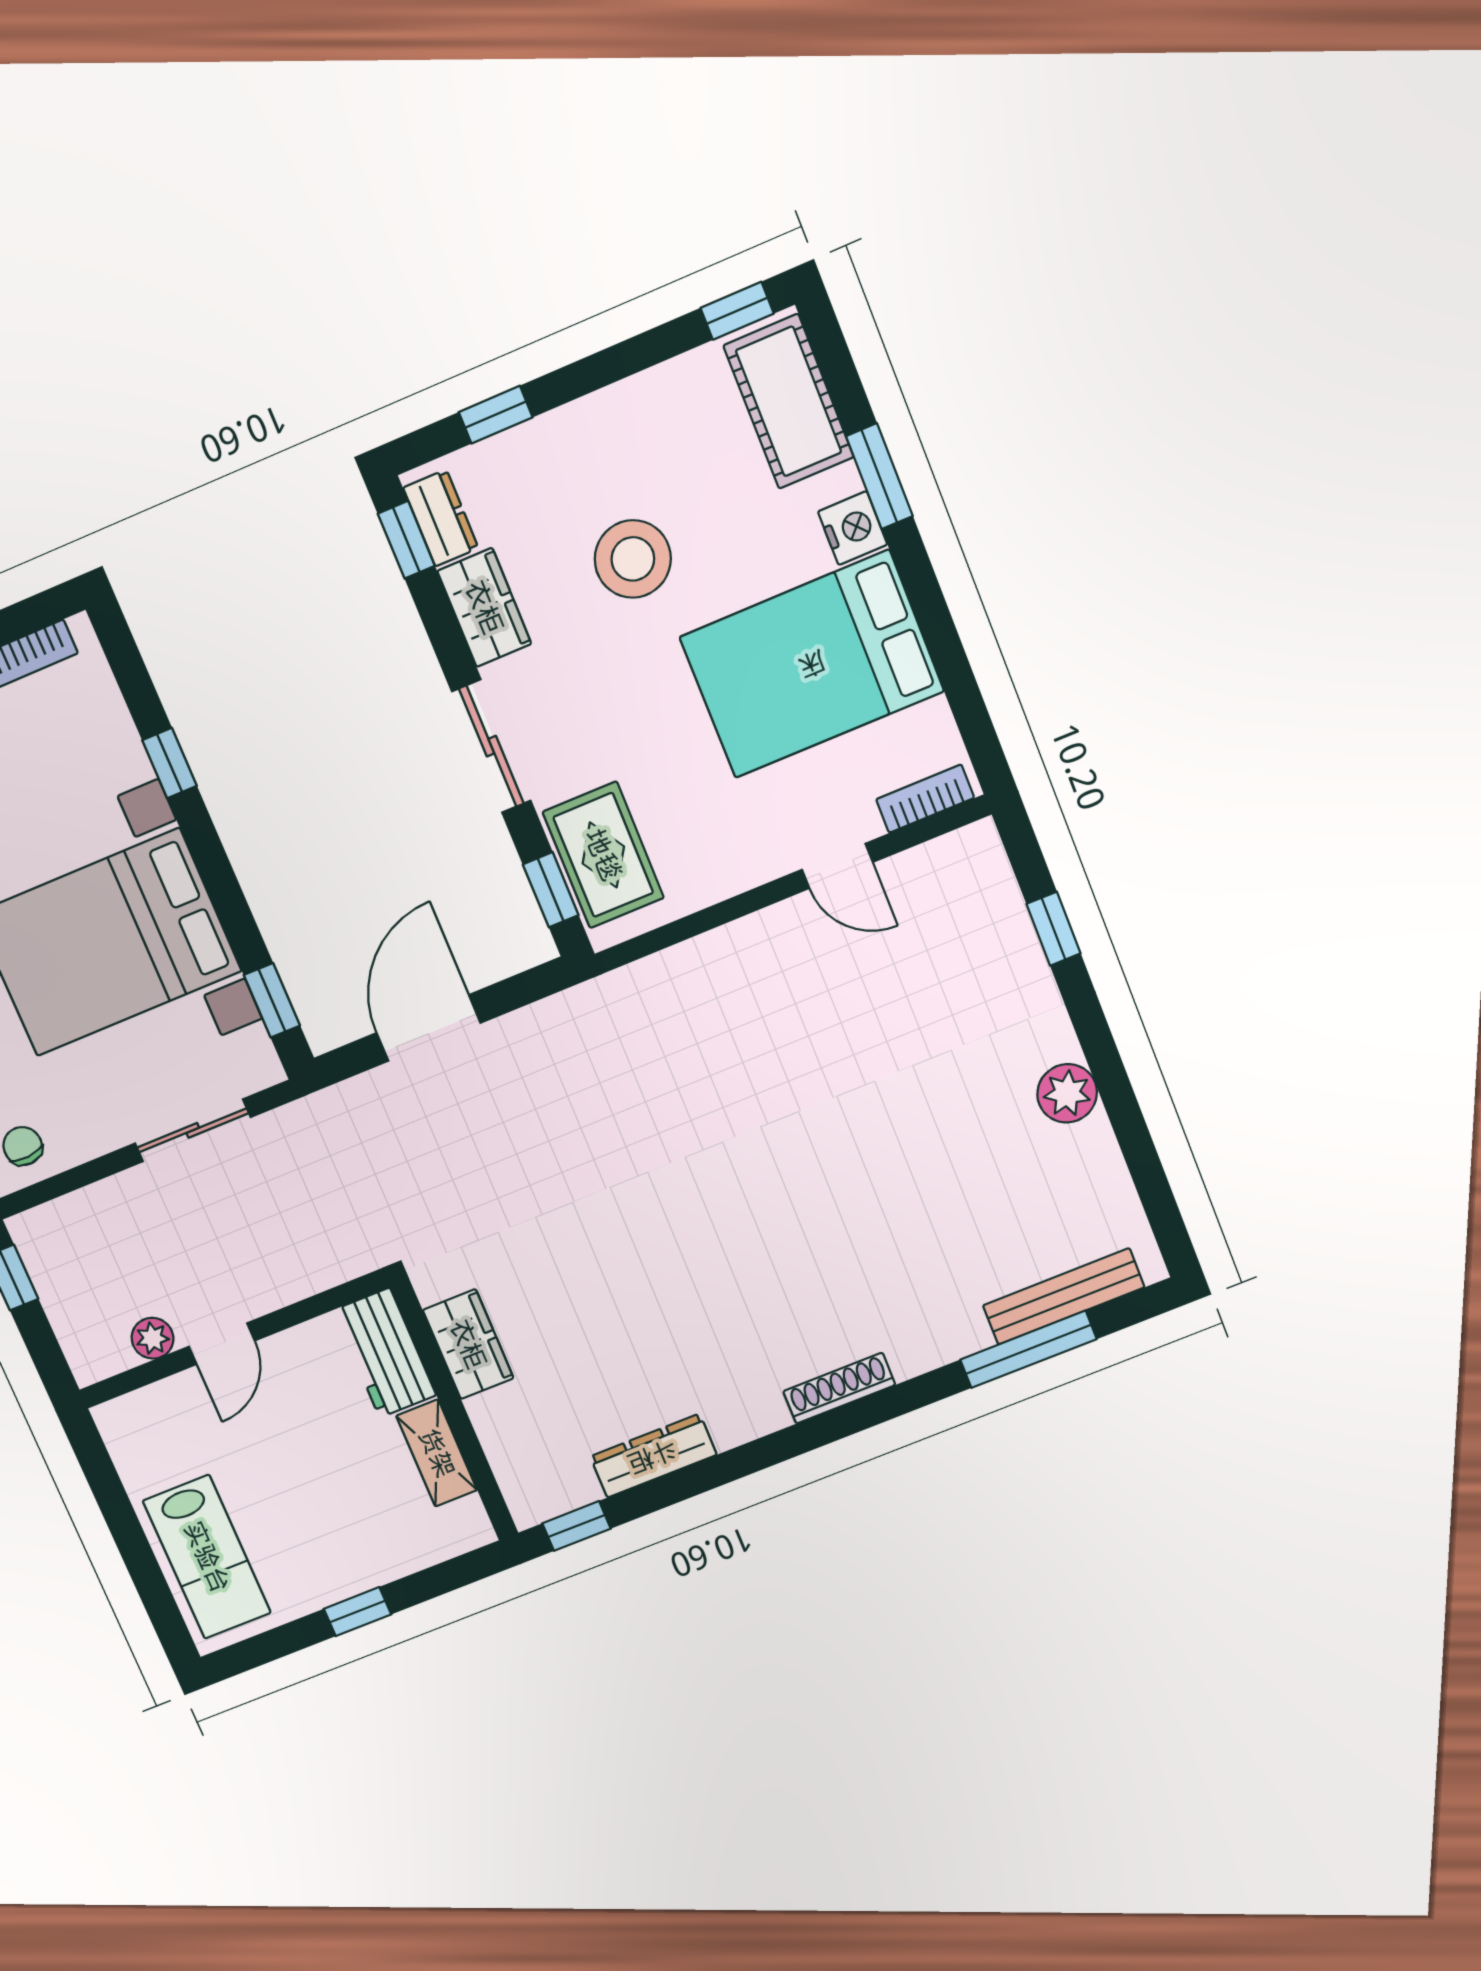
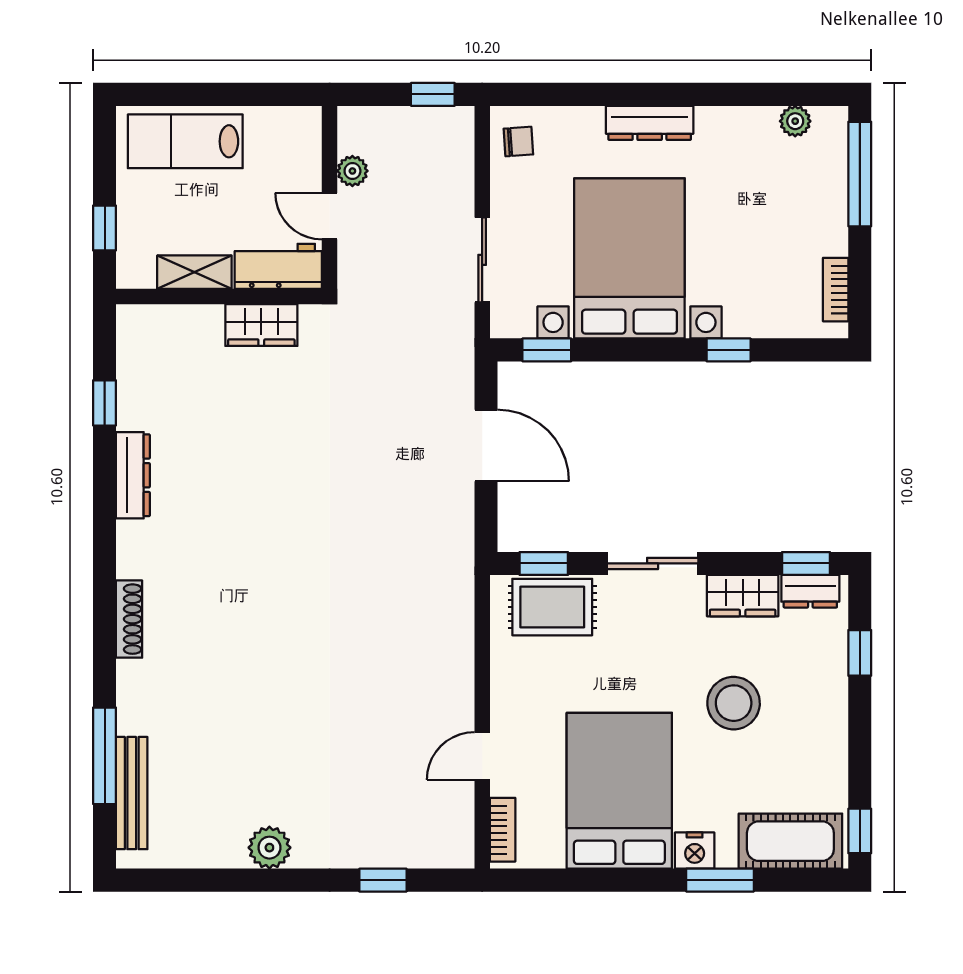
wardrobe: (468, 1344) -> (261, 325), moved
workbench: (385, 1353) -> (278, 266), moved
wall: (454, 1411) -> (219, 297), moved
shelving: (437, 1453) -> (194, 272), moved

